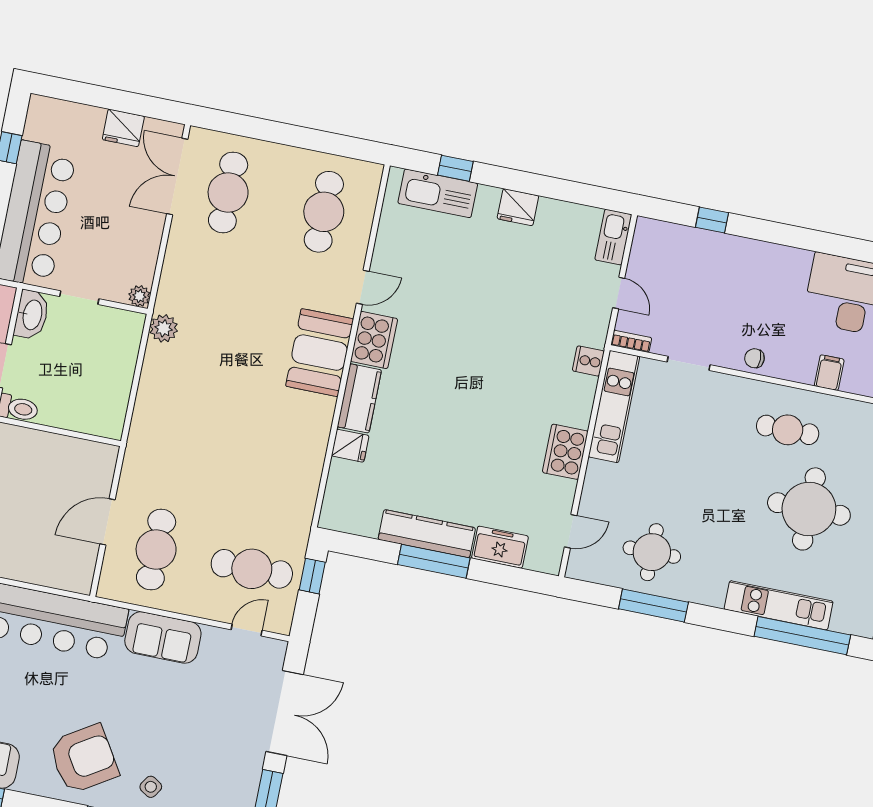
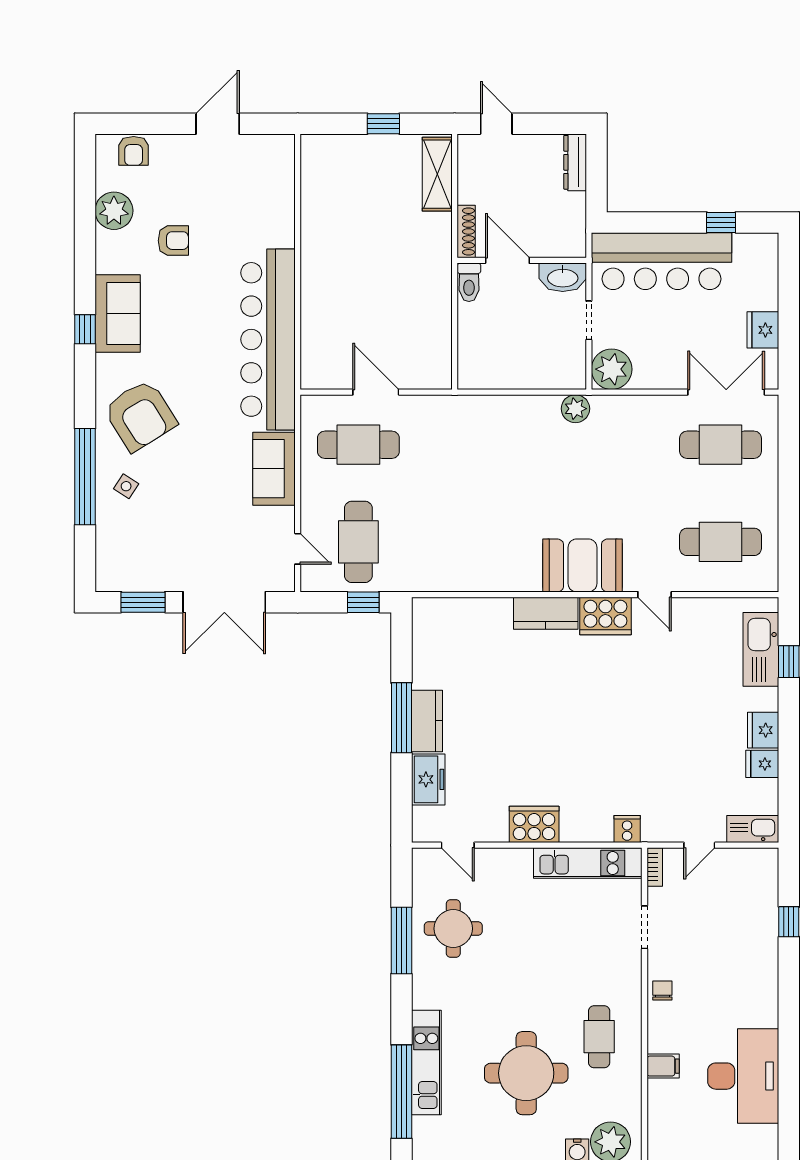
plant: (139, 296) -> (612, 369), width x1.87, depth x1.87
fridge: (350, 446) -> (762, 764), moved, turned 90
kitchen counter: (427, 534) -> (427, 721), width x0.67

